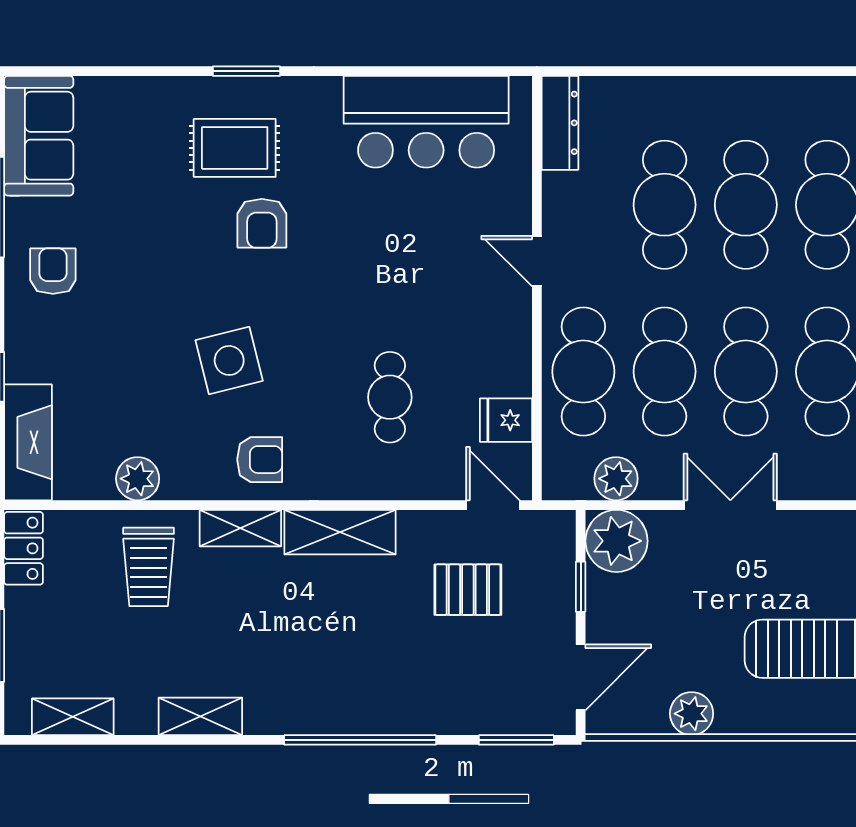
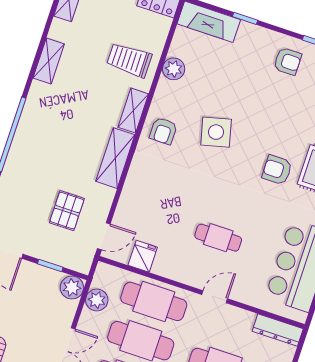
cafe table: (390, 397) -> (218, 238), moved
plant: (616, 541) -> (72, 288), width x0.73, depth x0.73

